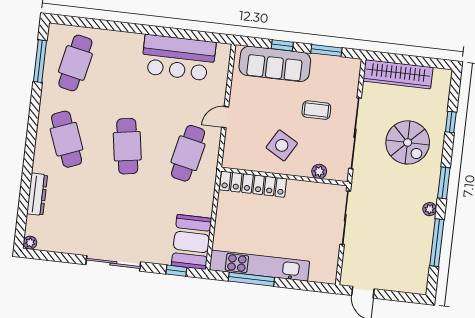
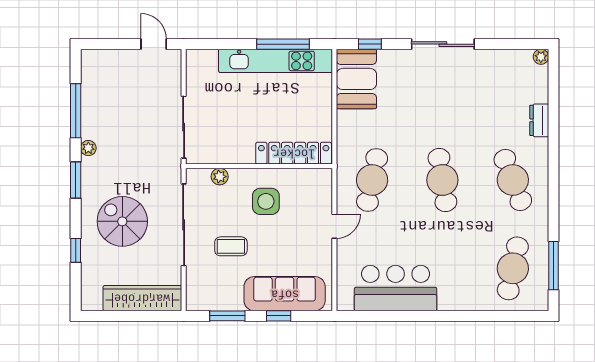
side table: (282, 145) -> (266, 201), turned -30
dresser: (37, 194) -> (539, 120), width x0.70

